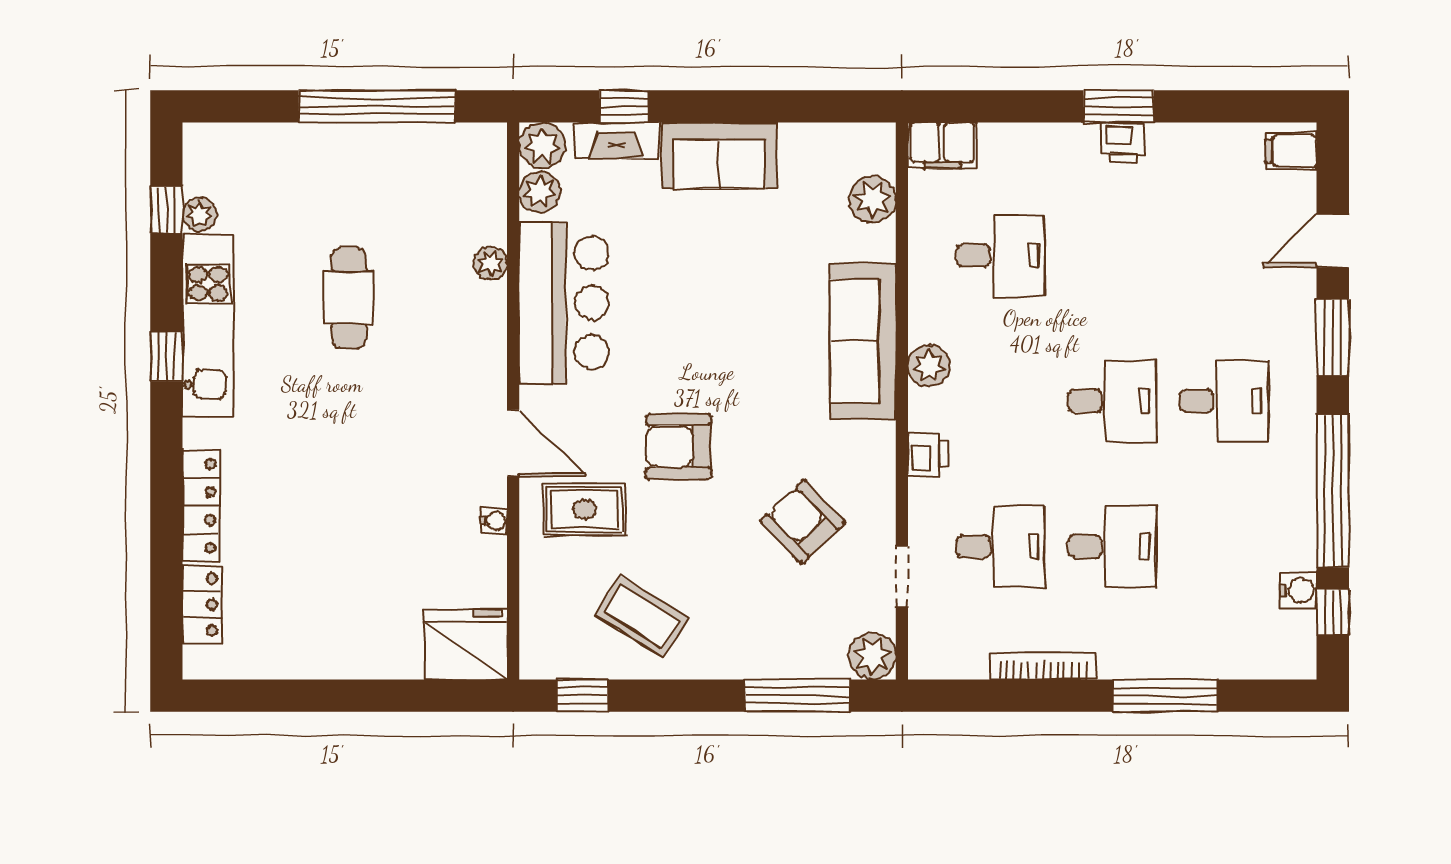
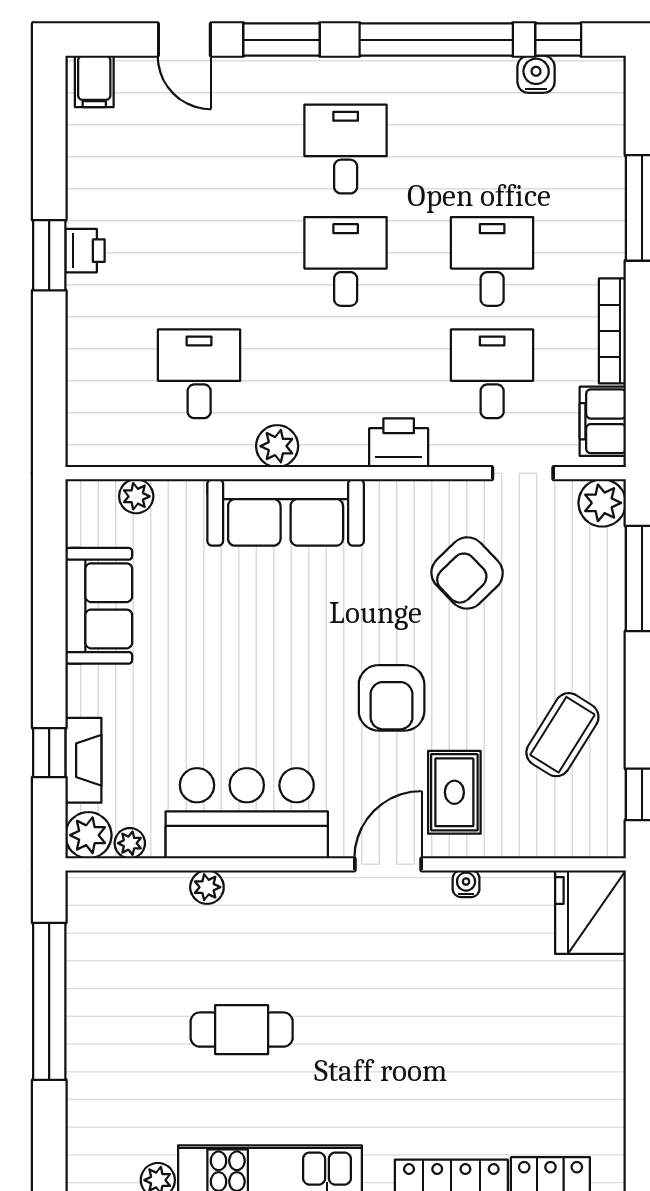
filing cabinet: (942, 145) -> (603, 421), moved, turned 180
sofa: (719, 156) -> (99, 606), moved
plant: (540, 192) -> (130, 843), width x0.73, depth x0.73
plant: (873, 199) -> (136, 496), width x0.73, depth x0.73
plant: (929, 366) -> (277, 446), moved
printer: (927, 454) -> (399, 443), width x1.36, depth x1.24

